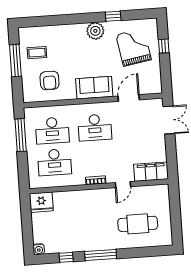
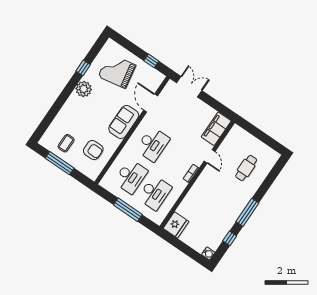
window: (164, 46) -> (151, 61), moved
window: (21, 135) -> (128, 210), moved
cafe table: (138, 224) -> (246, 168), width x0.73, depth x0.74

